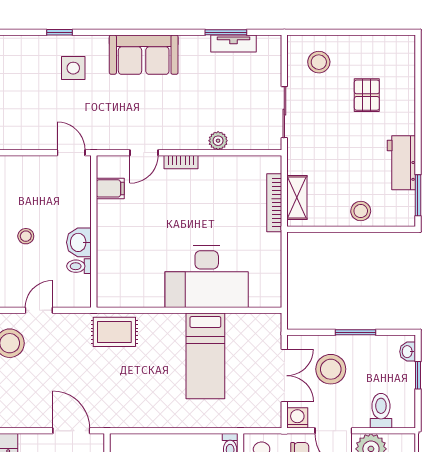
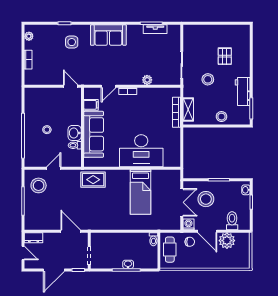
stool: (319, 62) -> (208, 79), moved
sofa: (115, 245) -> (94, 134), added

